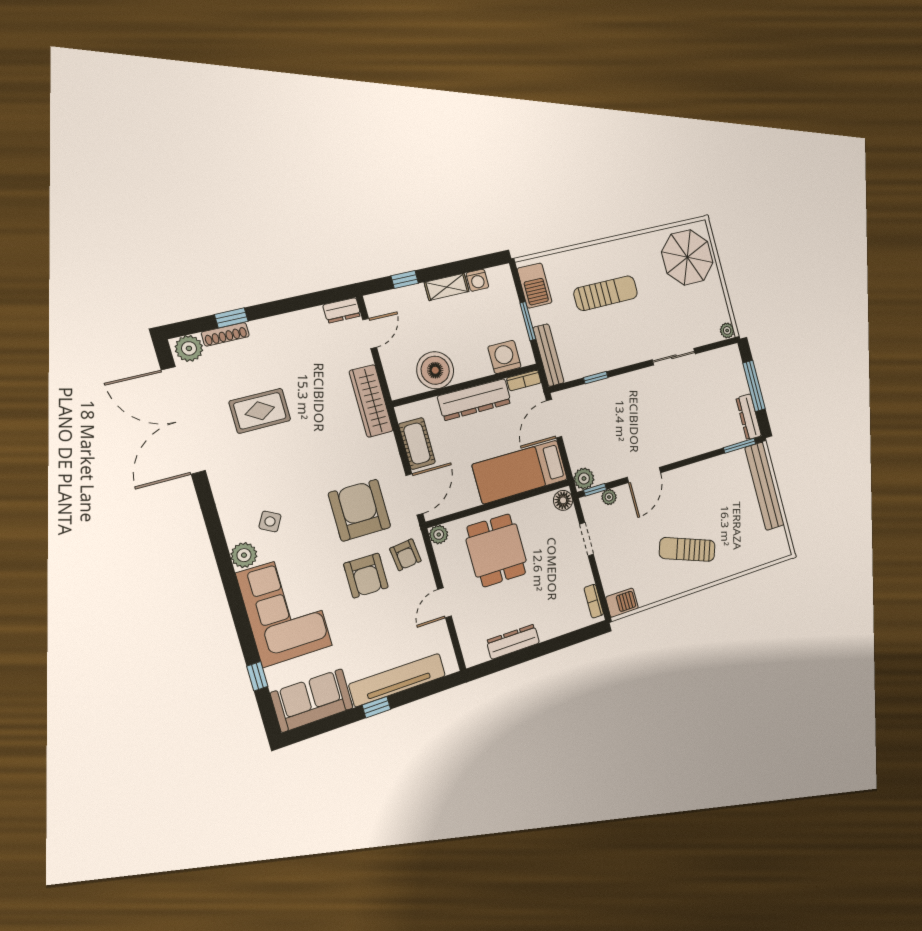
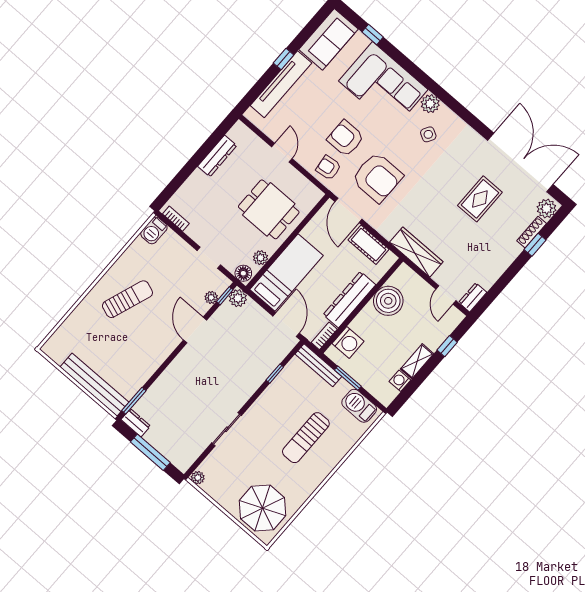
dresser: (749, 417) -> (136, 423), width x0.70
plant: (439, 535) -> (261, 258), moved

